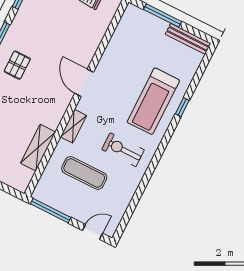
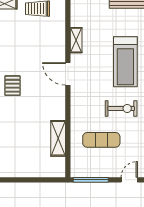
shelving: (73, 126) -> (76, 40), moved
exercise bike: (123, 150) -> (121, 108), turned 180

